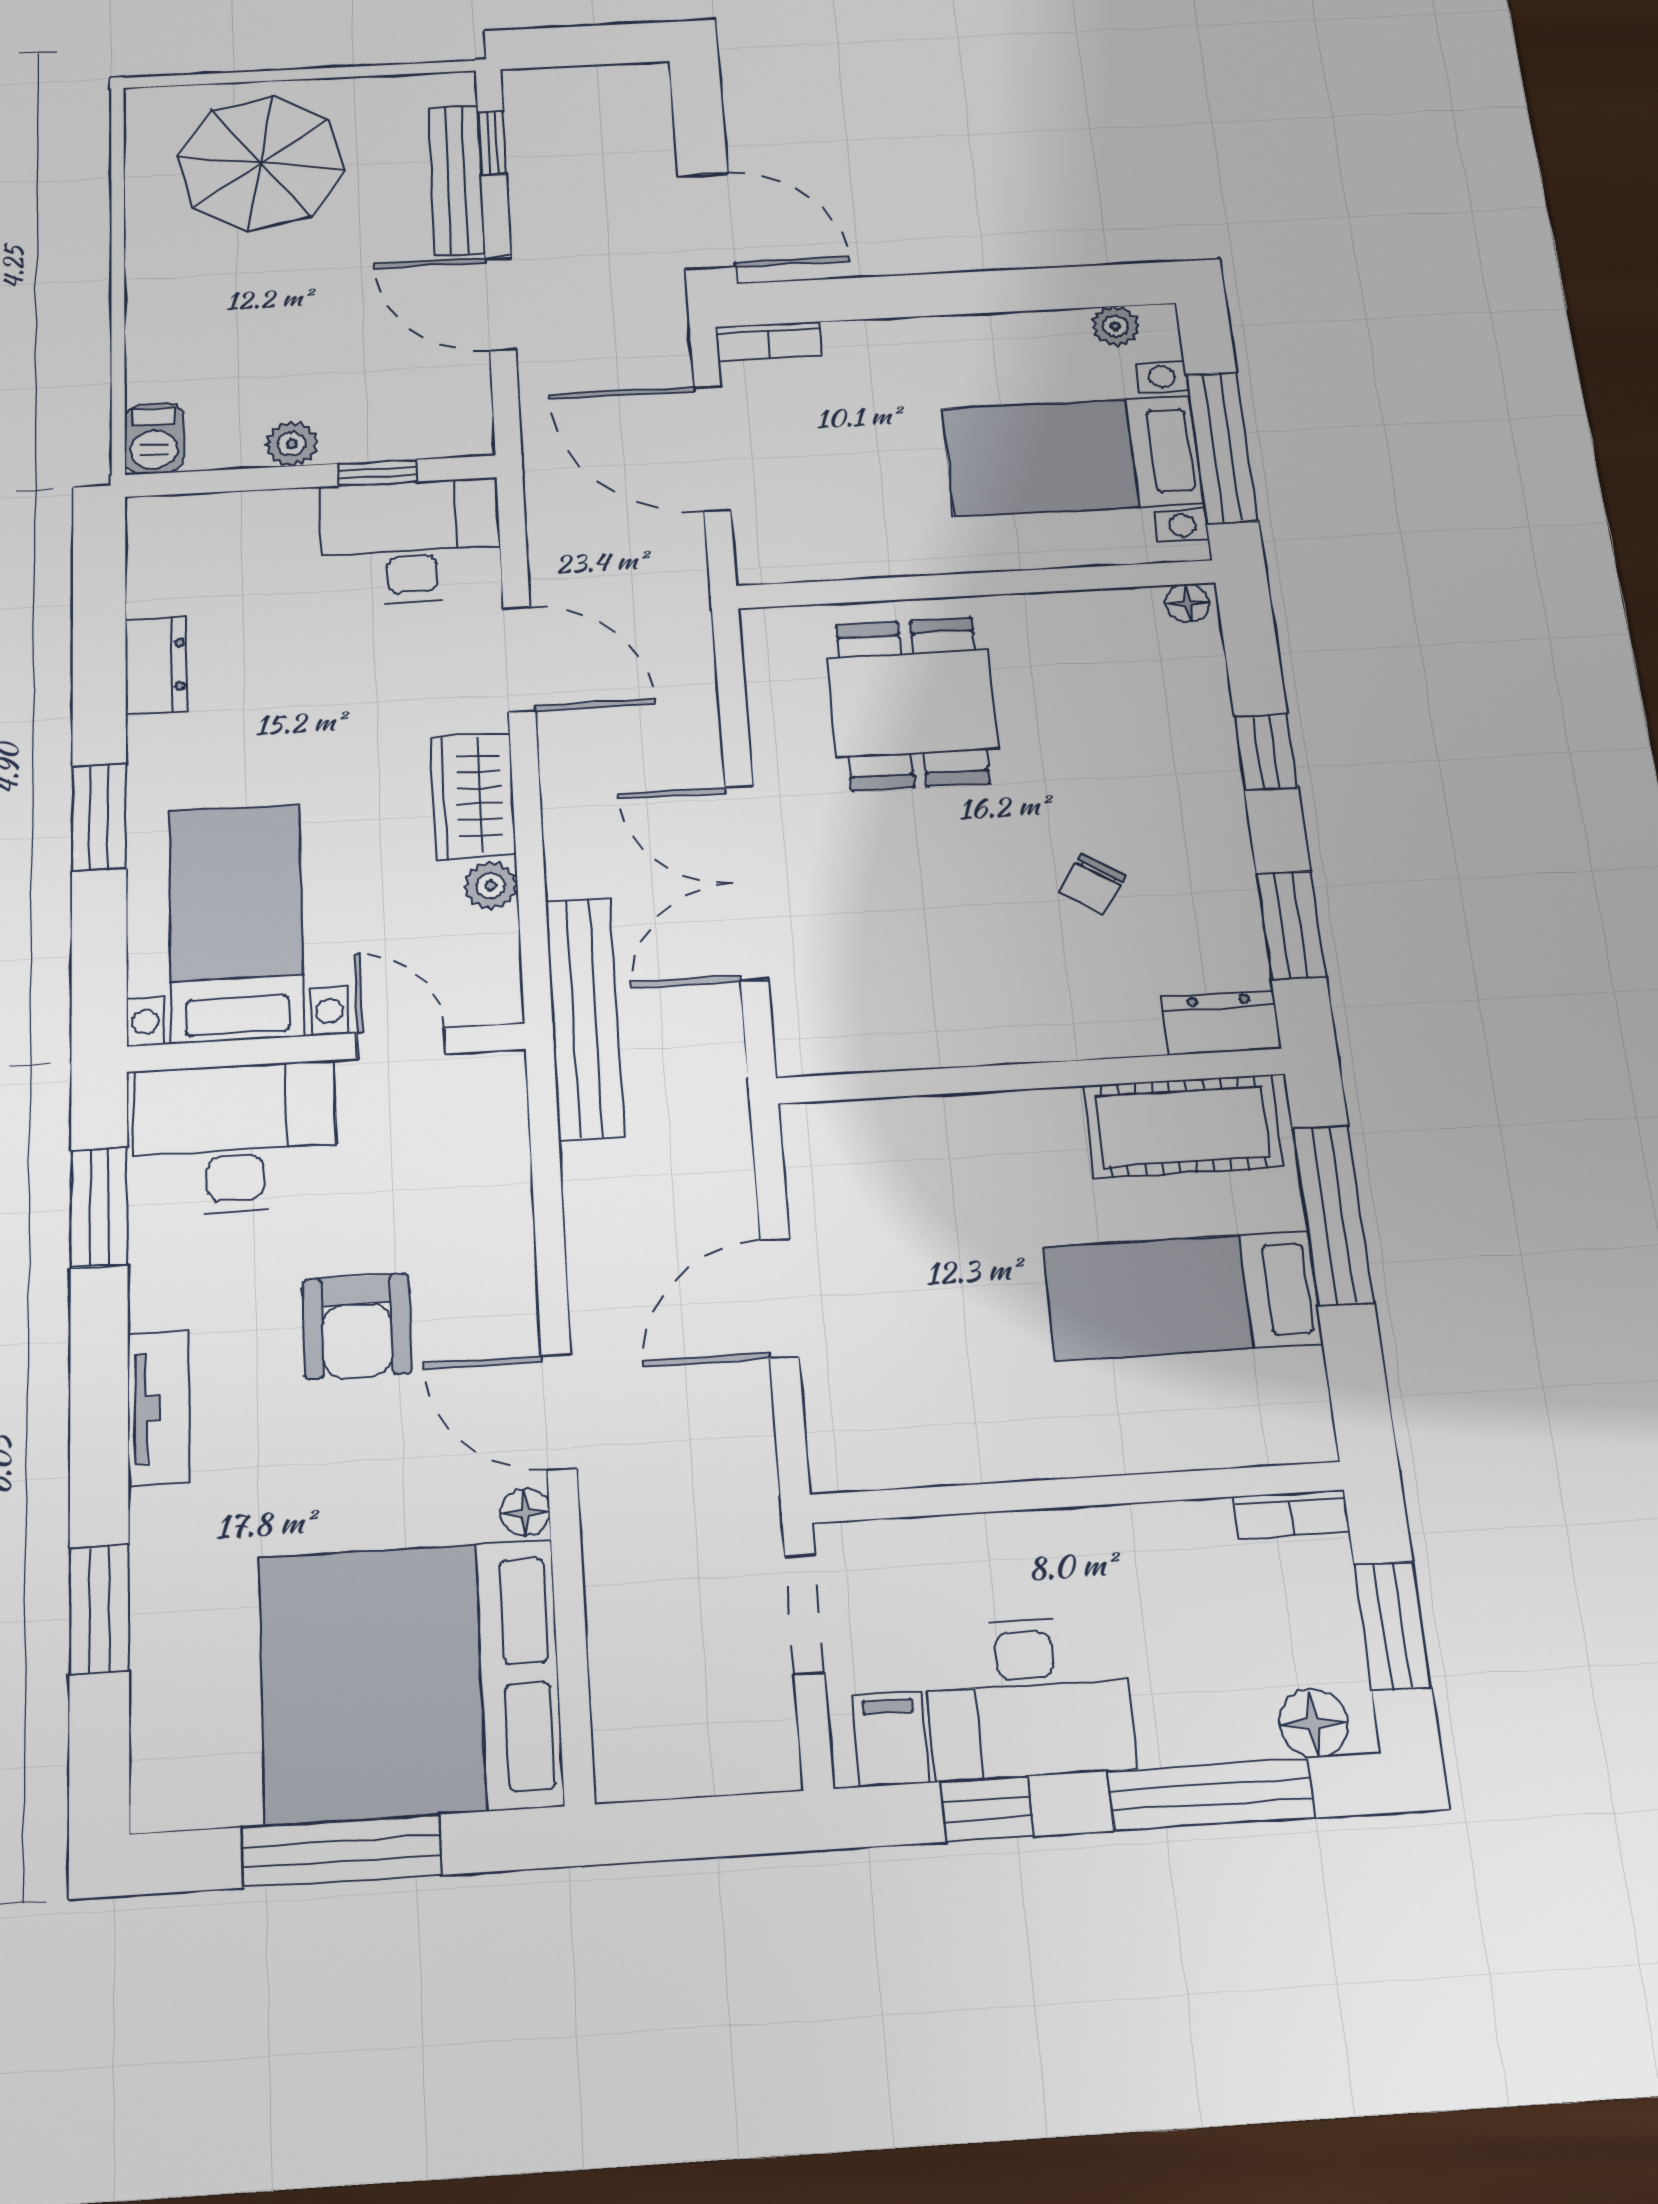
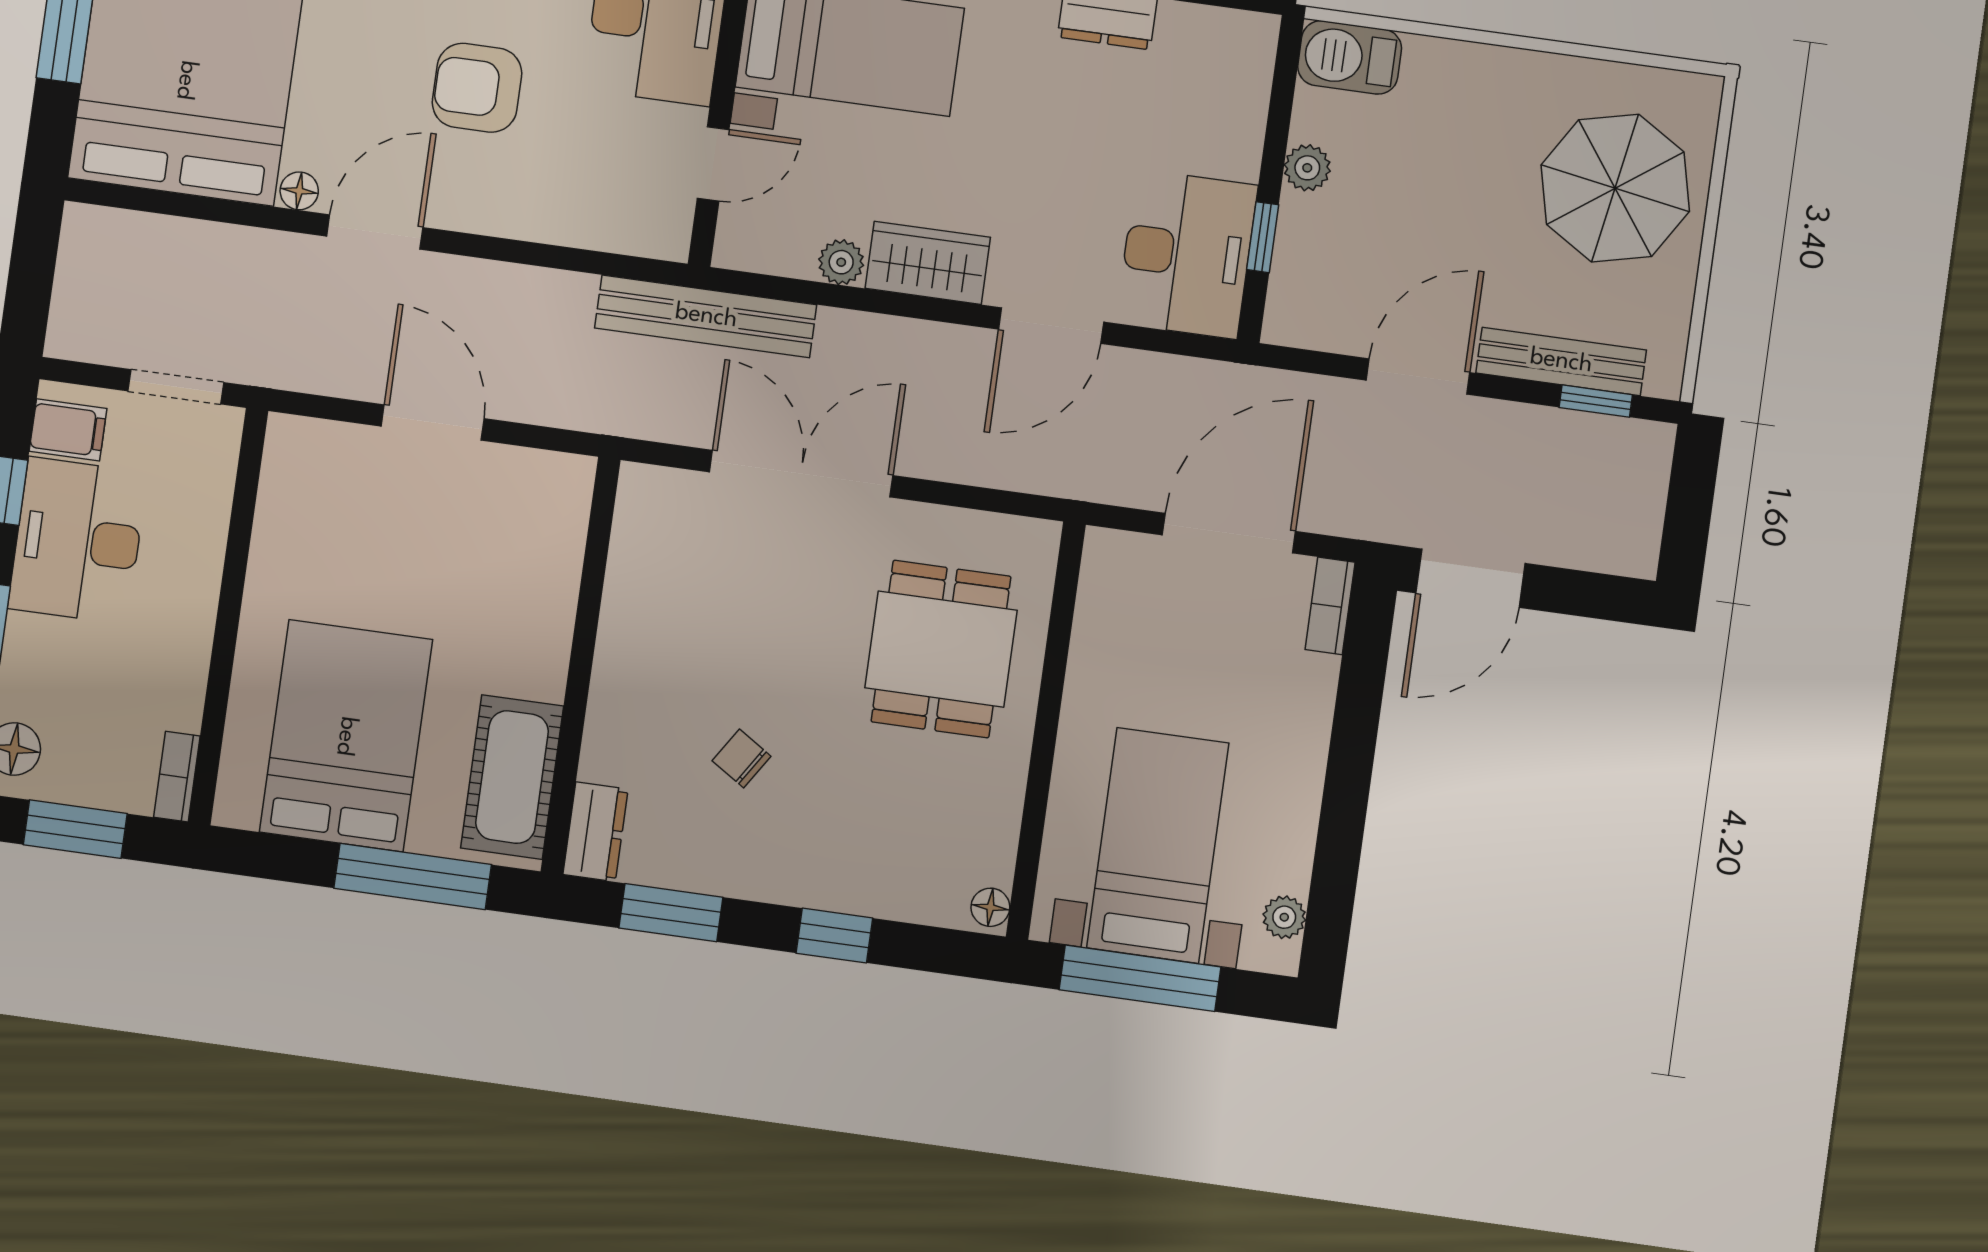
barbecue: (154, 439) -> (1350, 57), width x1.38, depth x1.27
dining table: (912, 703) -> (941, 649), turned 90
bed: (1182, 1296) -> (346, 736), width x1.50

